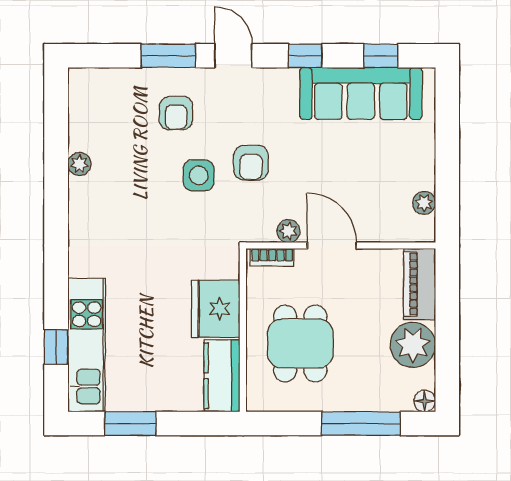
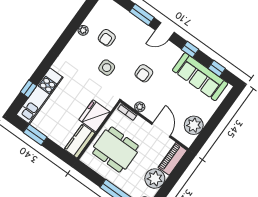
door: (233, 56) -> (165, 31), swing flipped
armchair: (176, 113) -> (107, 38), moved
side table: (199, 175) -> (107, 68), moved
plant: (424, 203) -> (194, 125), width x1.87, depth x1.87
door: (332, 246) -> (161, 130), moved
dining table: (300, 343) -> (115, 150), width x1.38

